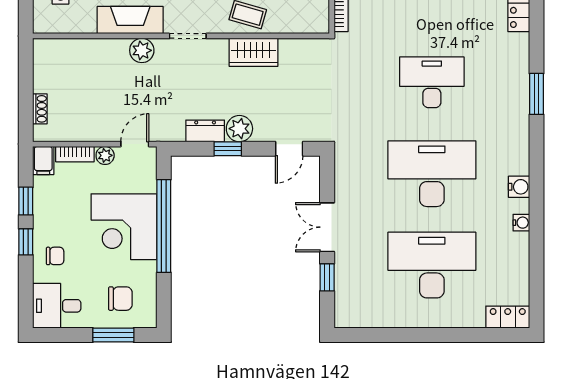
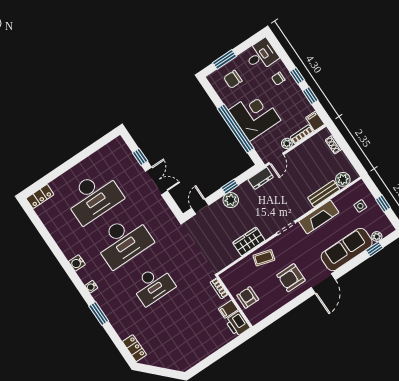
bench: (101, 49) -> (324, 194), added
plant: (142, 50) -> (343, 179), moved
dresser: (205, 131) -> (261, 178), moved
water cooler: (521, 223) -> (91, 287), moved

